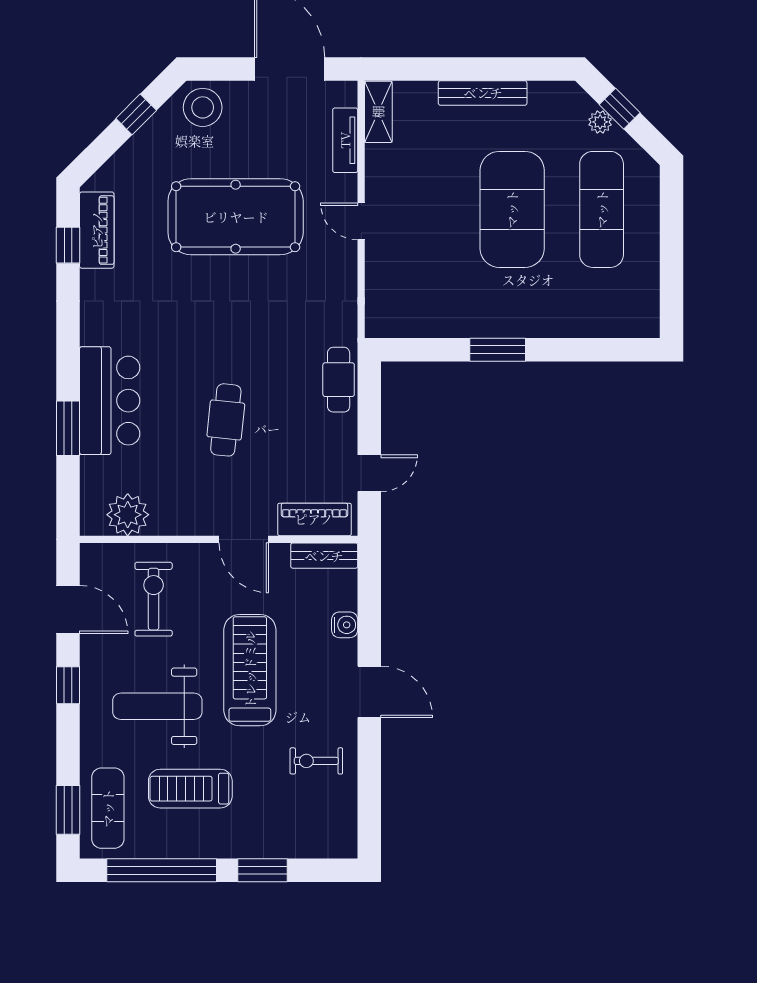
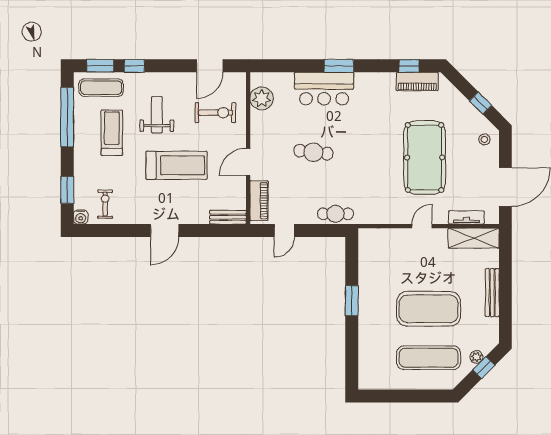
stool: (203, 107) -> (484, 139), width x0.53, depth x0.53
shelving: (378, 112) -> (474, 238), width x1.50, depth x1.33
window: (68, 428) -> (339, 66), moved
door: (369, 473) -> (284, 231), hinge flipped
bench: (324, 556) -> (228, 217), moved, turned 90
water cooler: (345, 625) -> (81, 217), moved
window: (68, 685) -> (134, 66), moved
weight bench: (157, 706) -> (157, 115), width x0.73, depth x0.75
exercise bike: (316, 761) -> (105, 204), moved
window: (262, 870) -> (67, 190), moved

